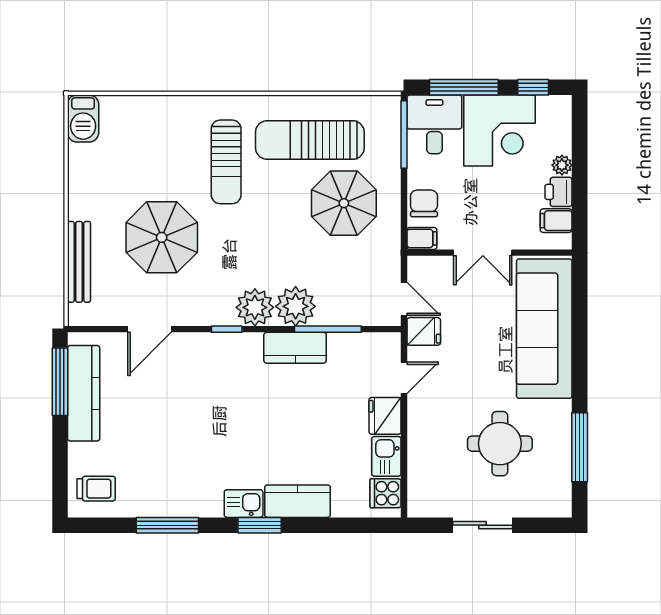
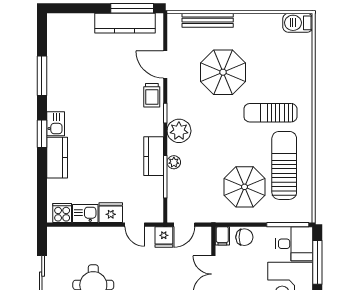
plant: (296, 306) -> (174, 162), width x0.53, depth x0.53
trolley: (96, 489) -> (152, 95), moved

